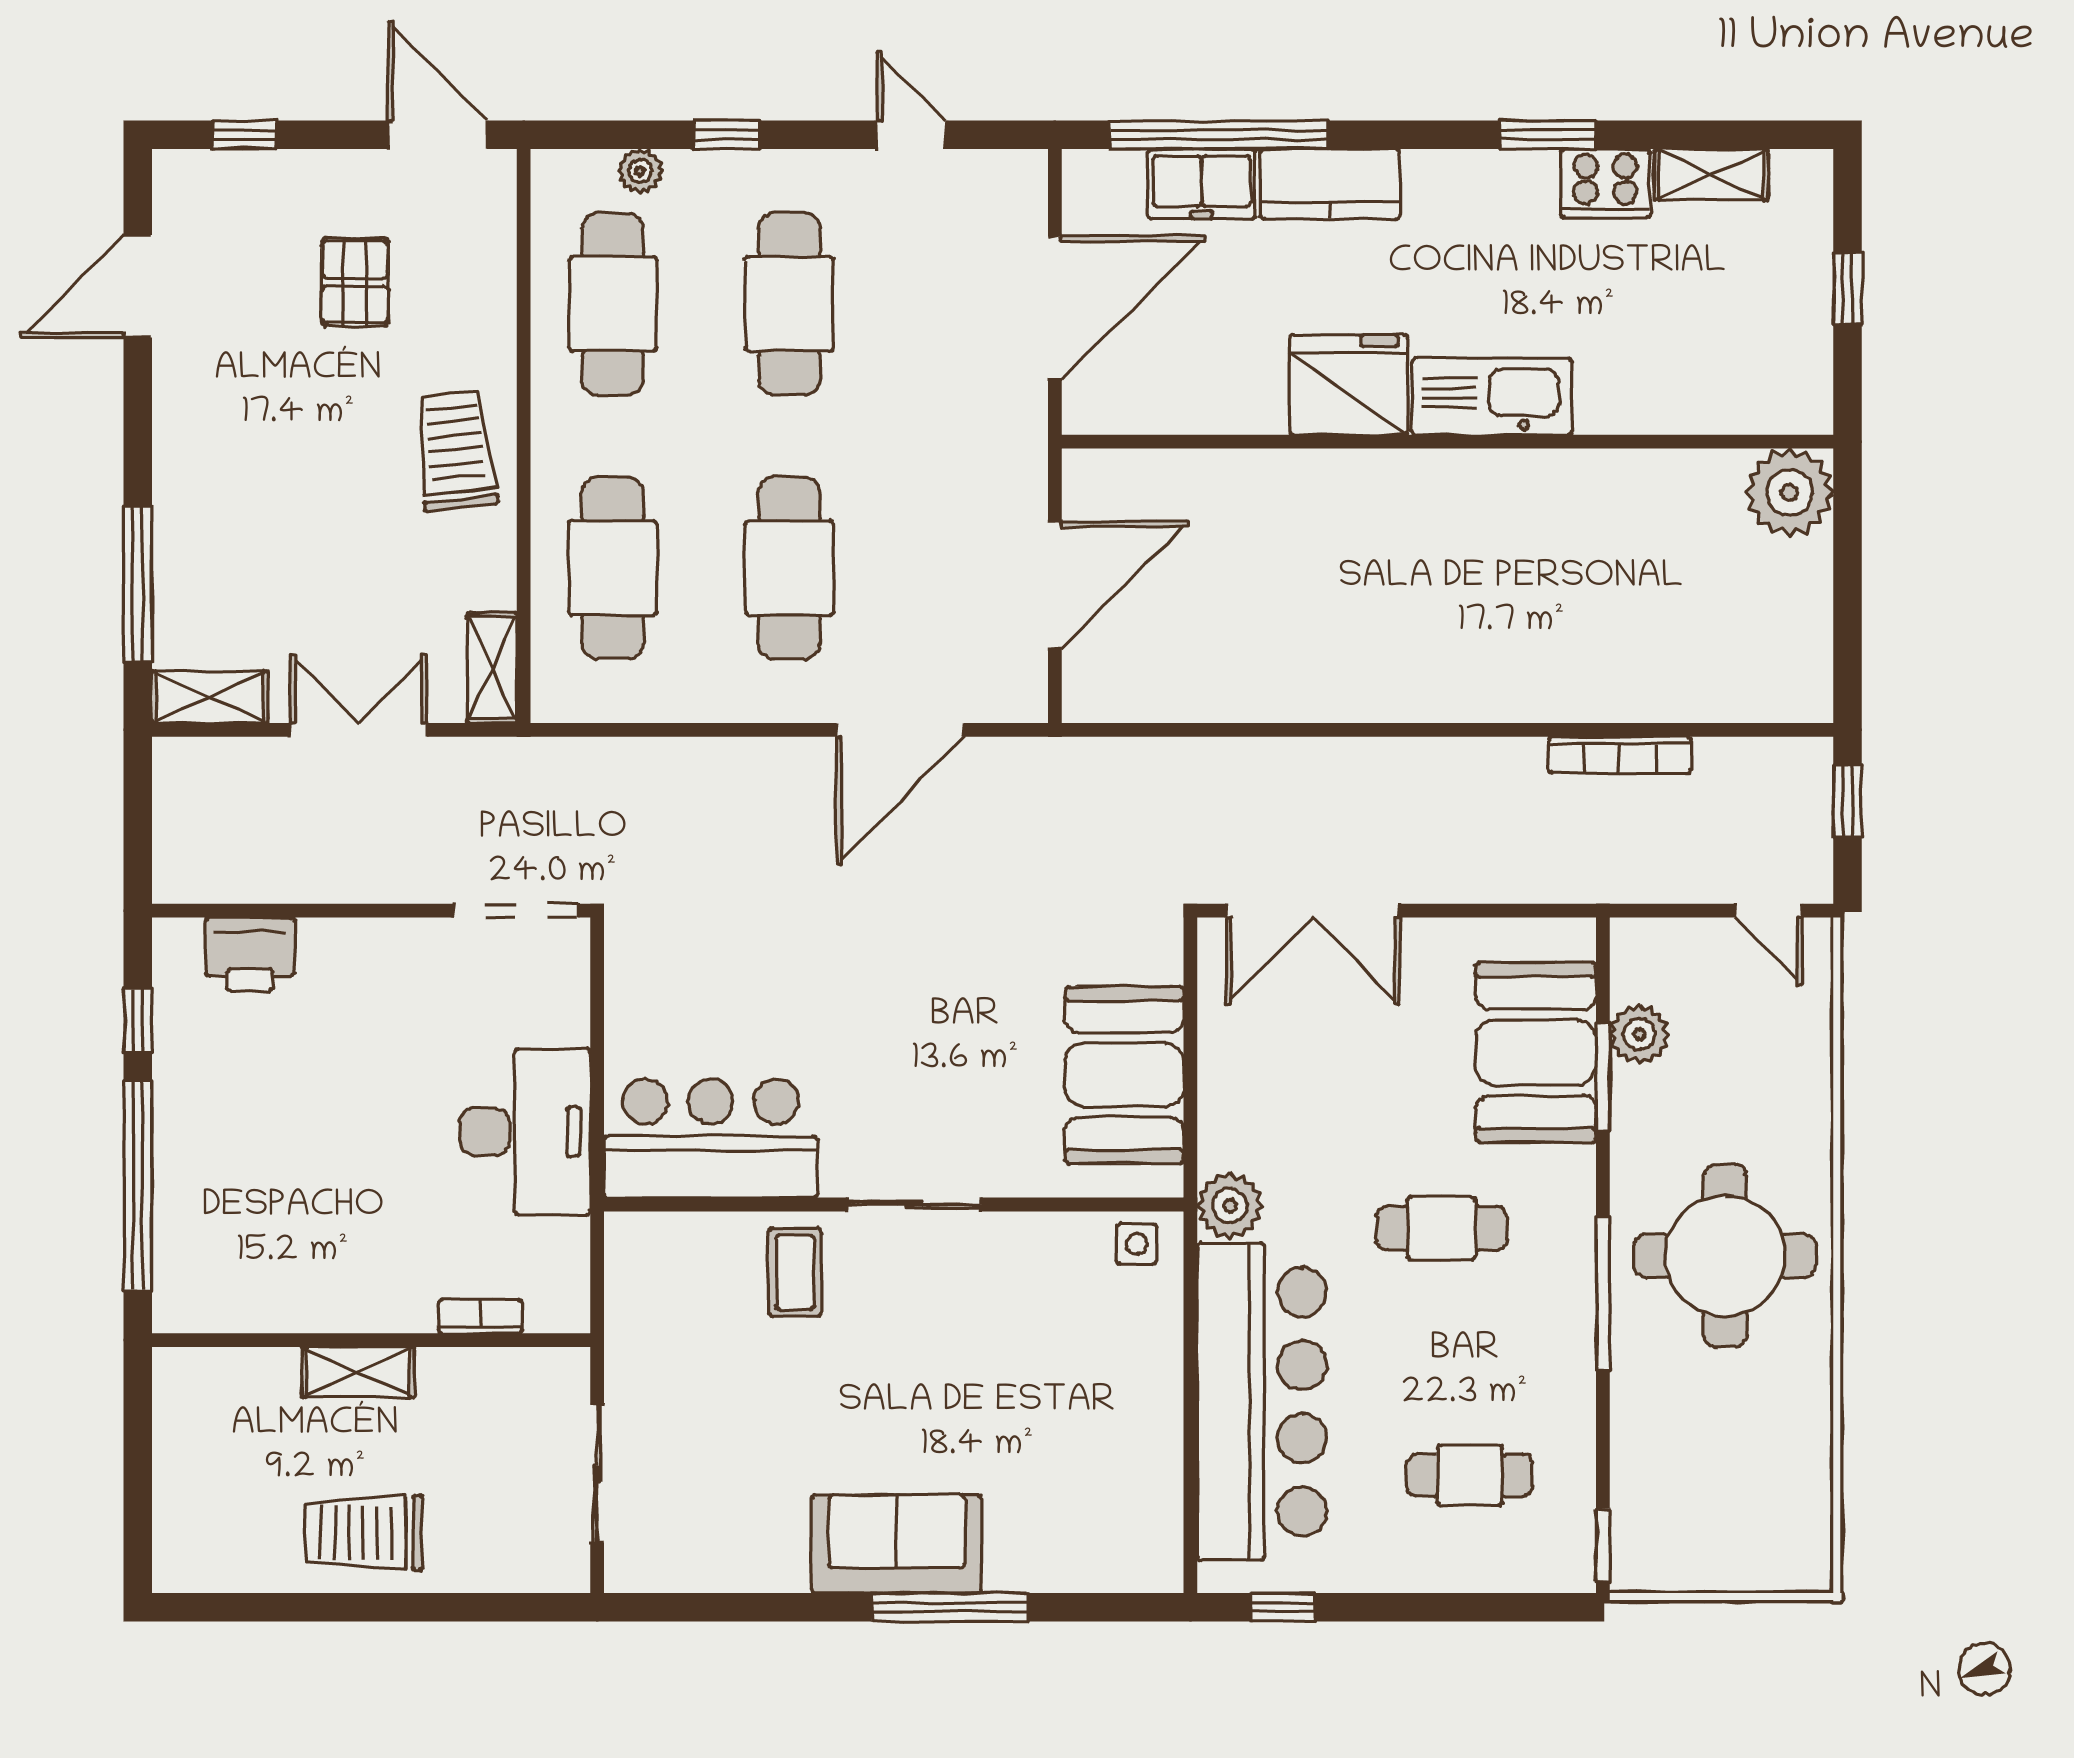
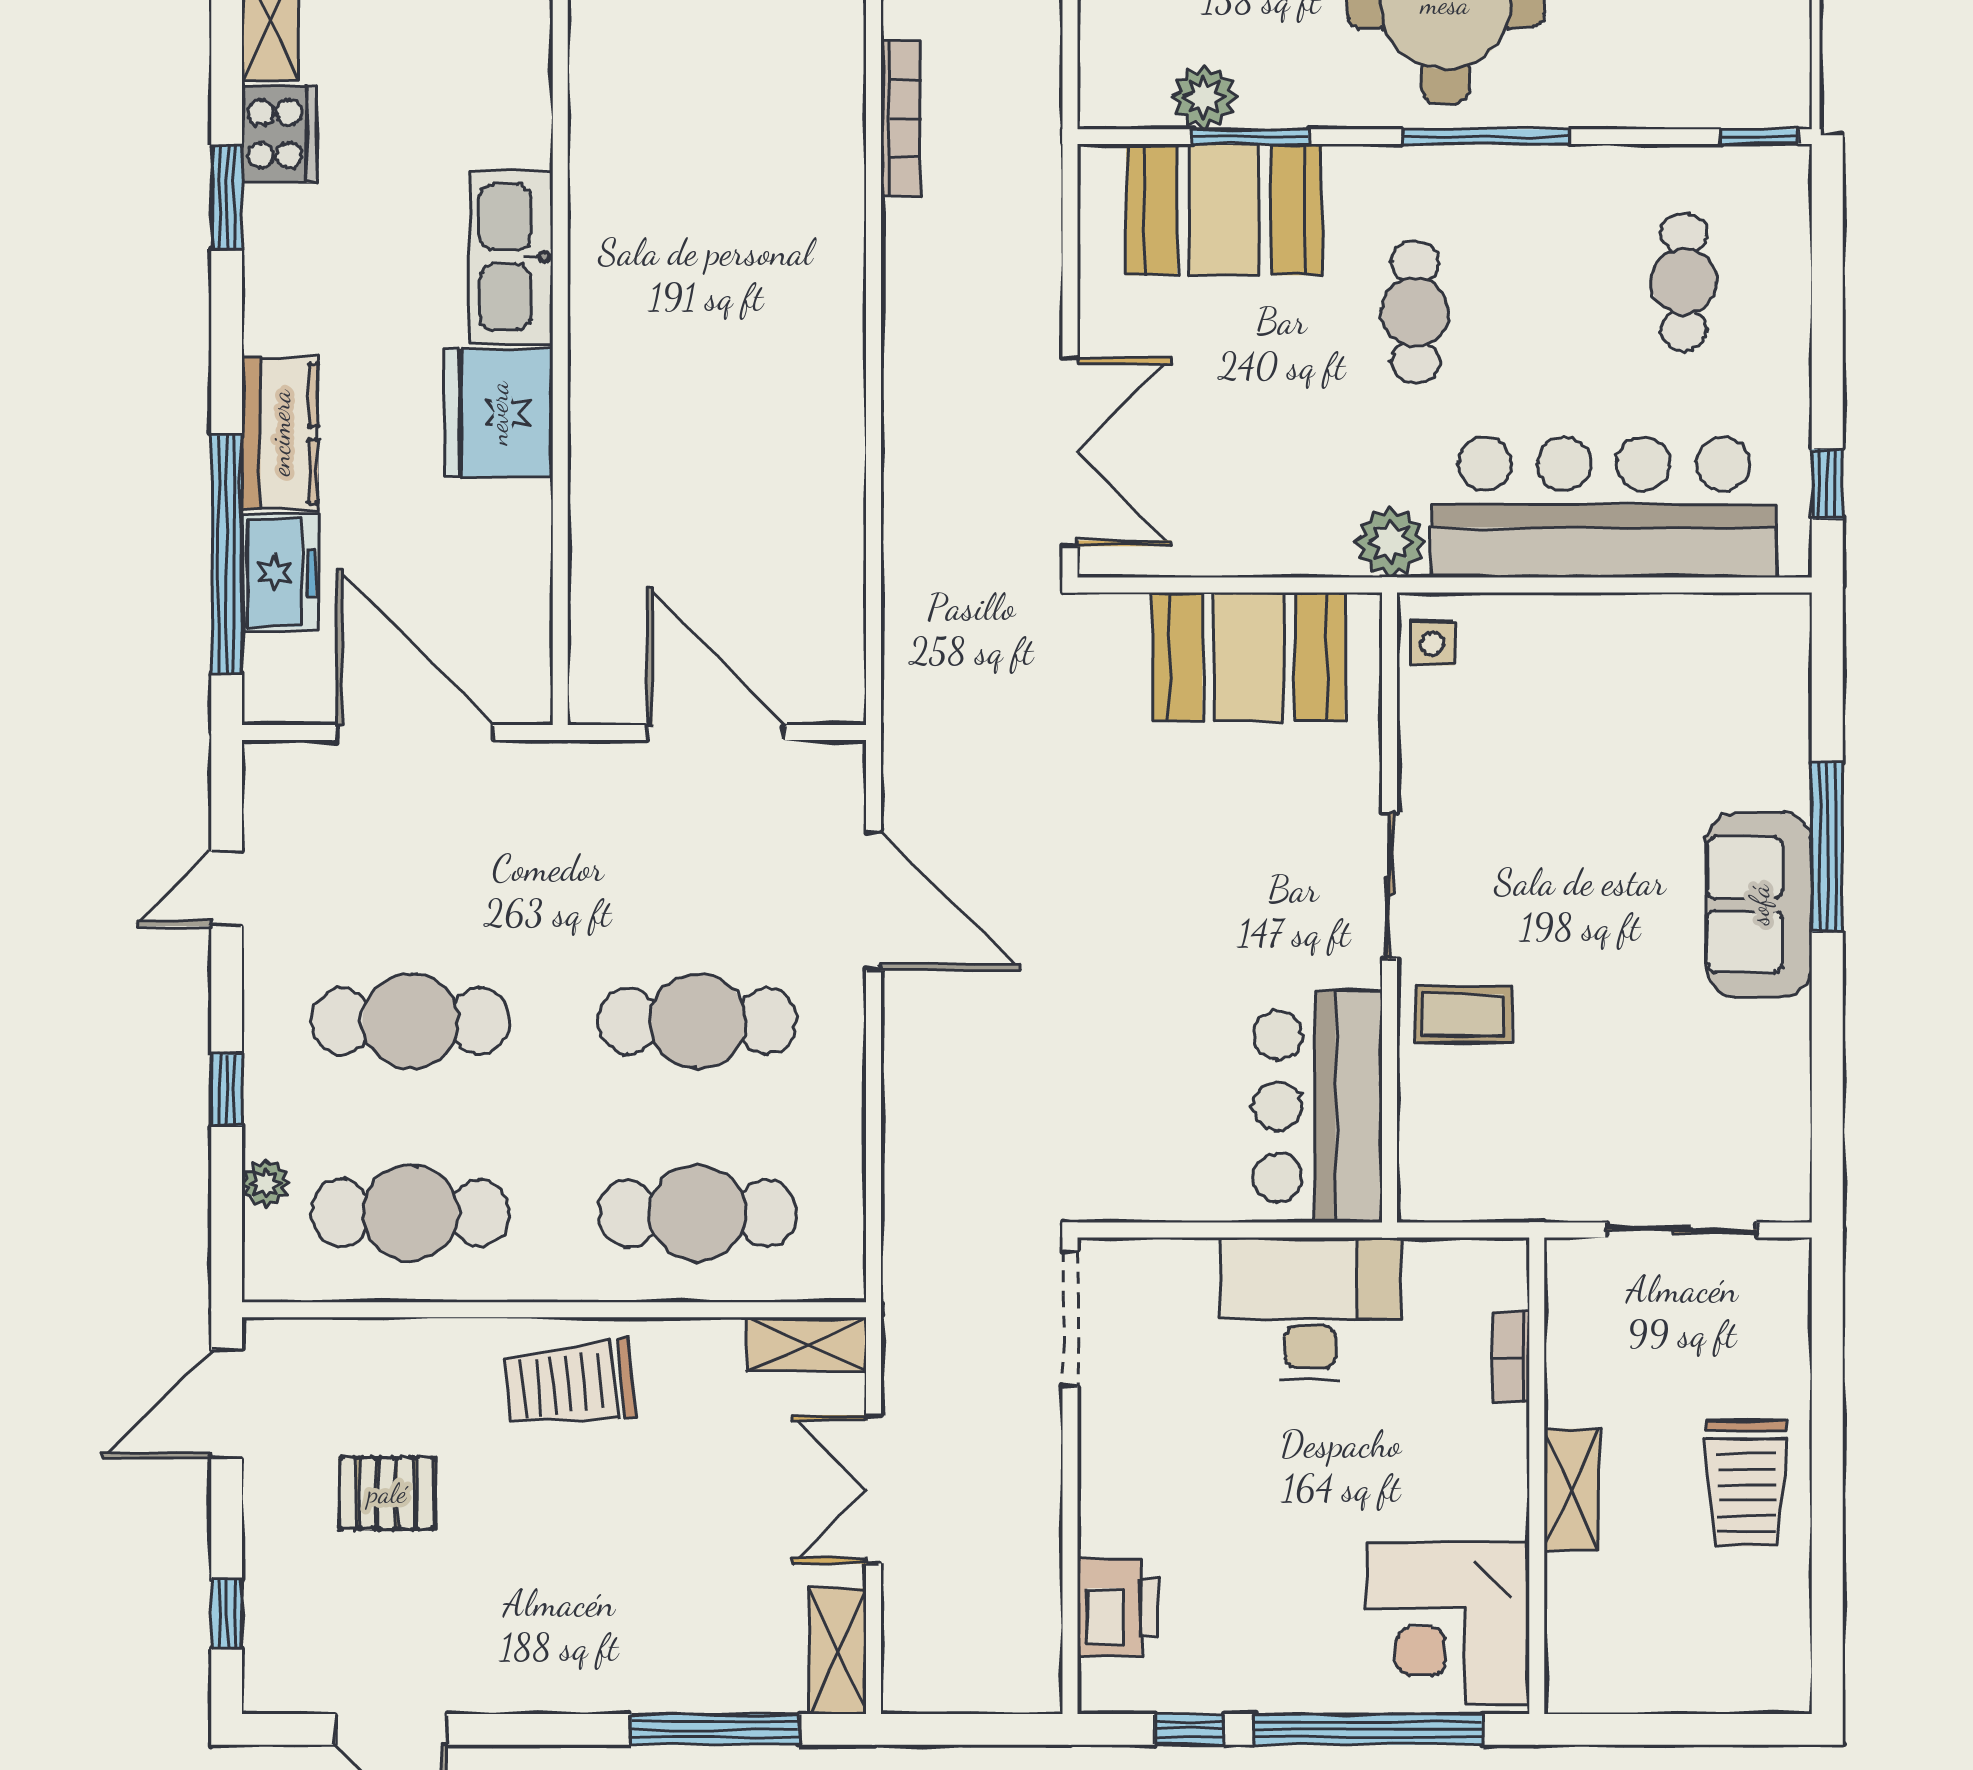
corner desk: (235, 1259) -> (1448, 1624), added

